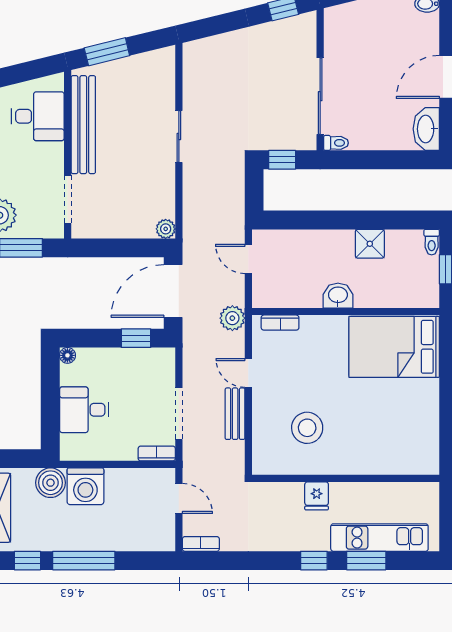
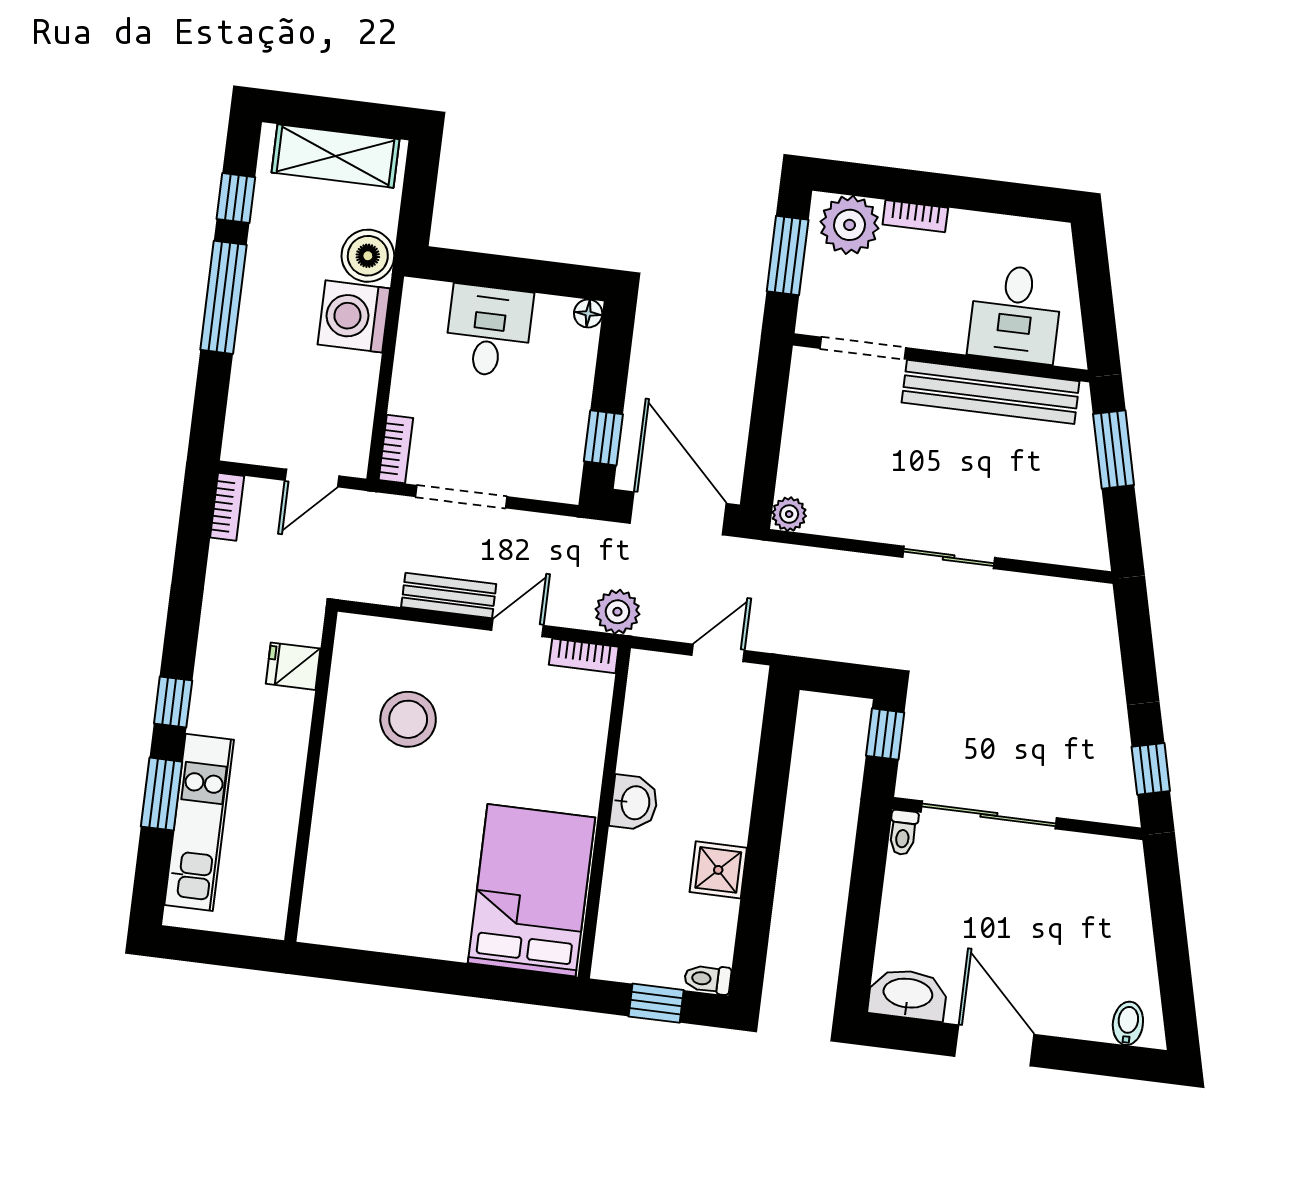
bookcase: (280, 323) -> (584, 656), moved, turned -90
fridge: (317, 496) -> (293, 666), moved

